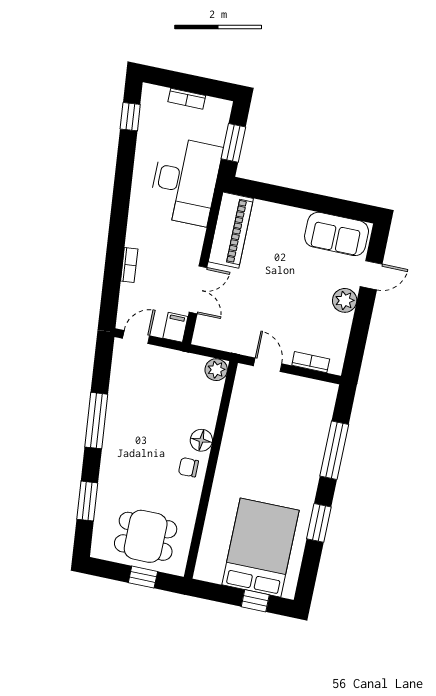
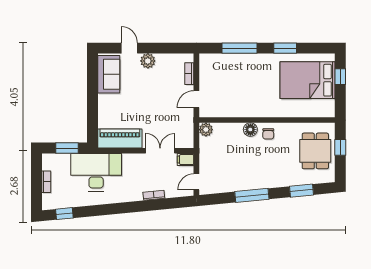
door: (136, 337) -> (196, 182), hinge flipped

